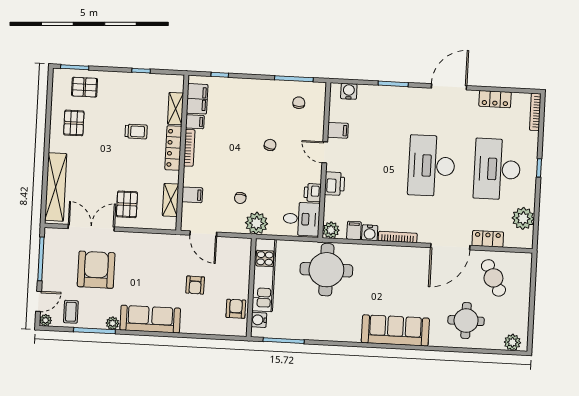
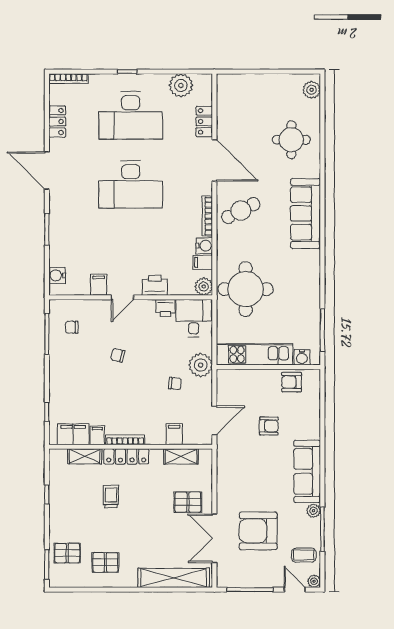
pallet: (85, 87) -> (67, 553), turned 90
cafe table: (493, 278) -> (241, 211), moved

